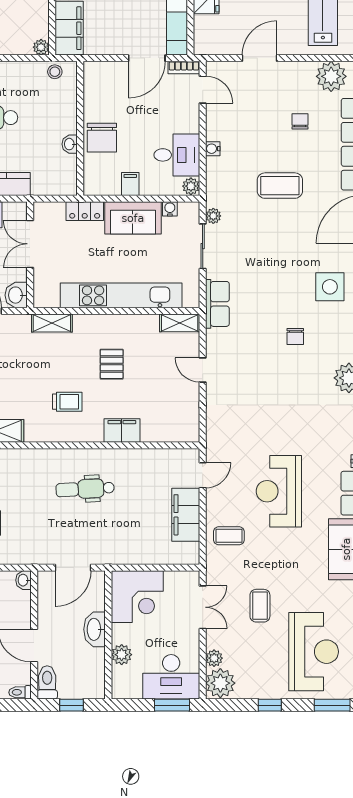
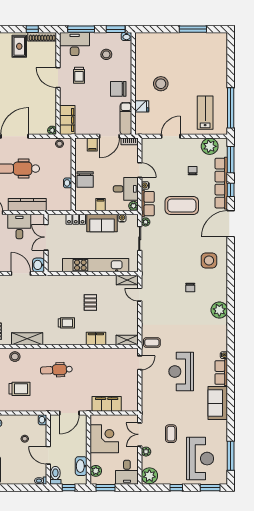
filing cabinet: (115, 73) -> (92, 145), added
door: (203, 90) -> (140, 170), moved
coffee table: (280, 186) -> (182, 205), width x1.36, depth x1.32
row of seats: (217, 304) -> (148, 204), moved
shelving: (52, 323) -> (127, 340), moved
door: (203, 370) -> (140, 295), moved
dental chair: (85, 489) -> (56, 370), moved
filing cabinet: (186, 515) -> (107, 404), moved, turned 90
coffee table: (229, 536) -> (152, 342), moved
corner desk: (137, 597) -> (104, 439), moved, turned -90
double door: (203, 607) -> (140, 434), swing flipped
washbasin: (95, 629) -> (81, 466), moved
plant: (122, 655) -> (96, 471), moved
plant: (214, 658) -> (146, 452), moved
desk: (171, 677) -> (127, 472), width x0.73
window: (172, 705) -> (106, 488), moved

